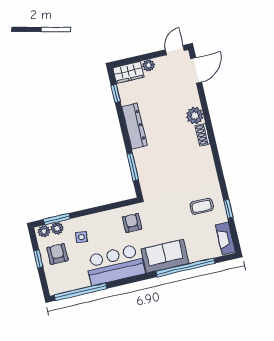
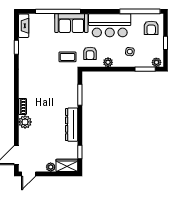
coffee table: (202, 206) -> (67, 57), moved
plant: (57, 228) -> (108, 62), moved
armchair: (57, 254) -> (151, 28), moved

